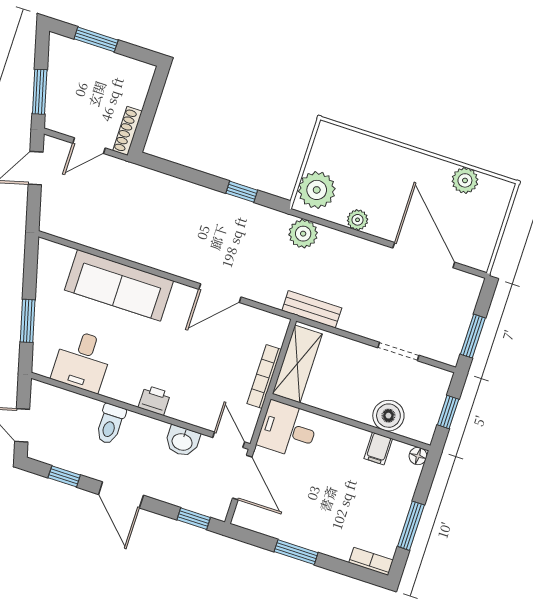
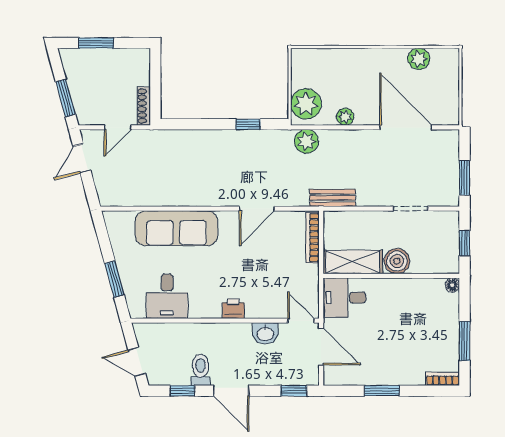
shelving: (297, 364) -> (353, 262), moved, turned 90
bookcase: (264, 377) -> (313, 238), moved
boiler: (388, 416) -> (397, 261), moved
toilet: (110, 424) -> (200, 370), moved, turned 180
filing cabinet: (378, 449) -> (419, 289), removed

